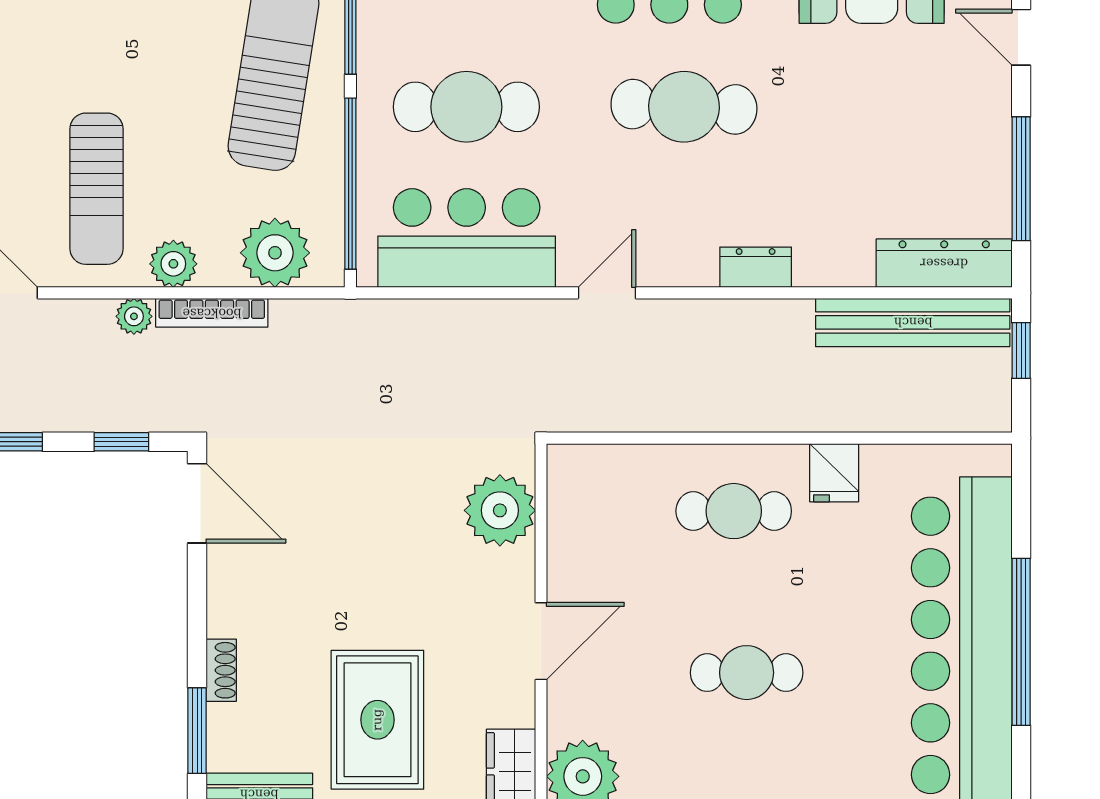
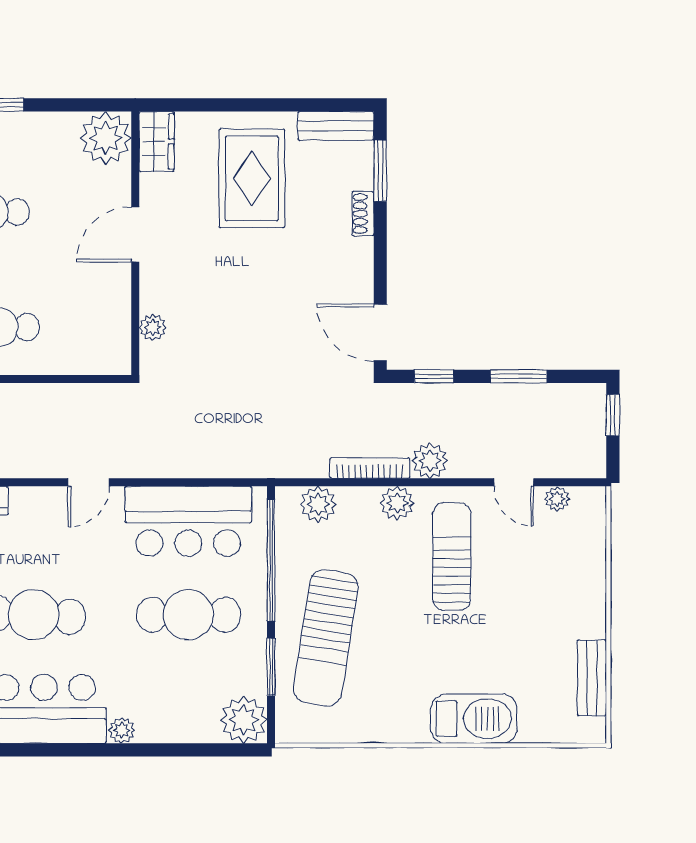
plant: (275, 253) -> (318, 504), width x0.73, depth x0.73
plant: (134, 316) -> (430, 461), width x1.38, depth x1.38
plant: (500, 510) -> (153, 327), width x0.53, depth x0.53

